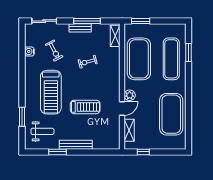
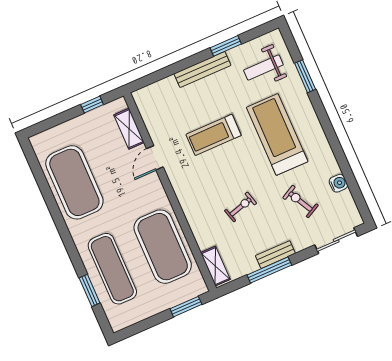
plant: (130, 95) -> (152, 183), removed

